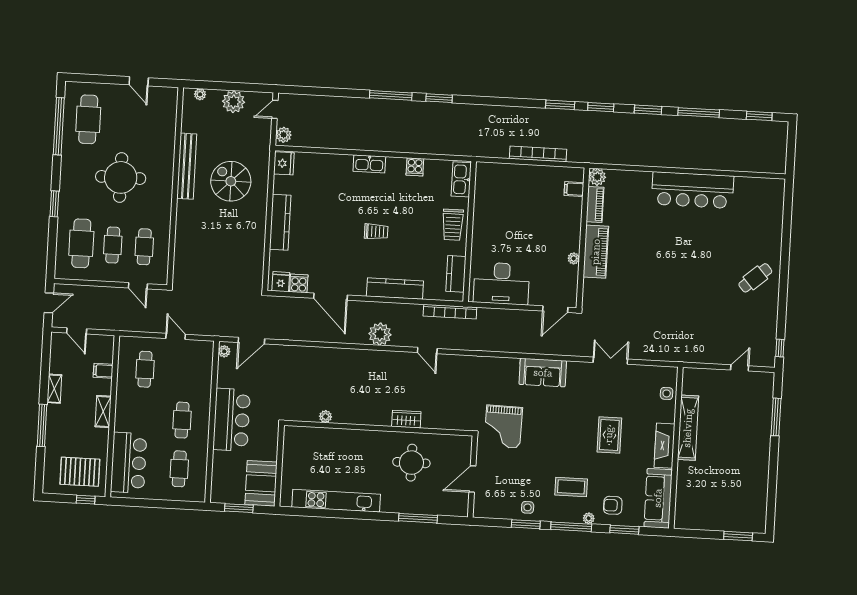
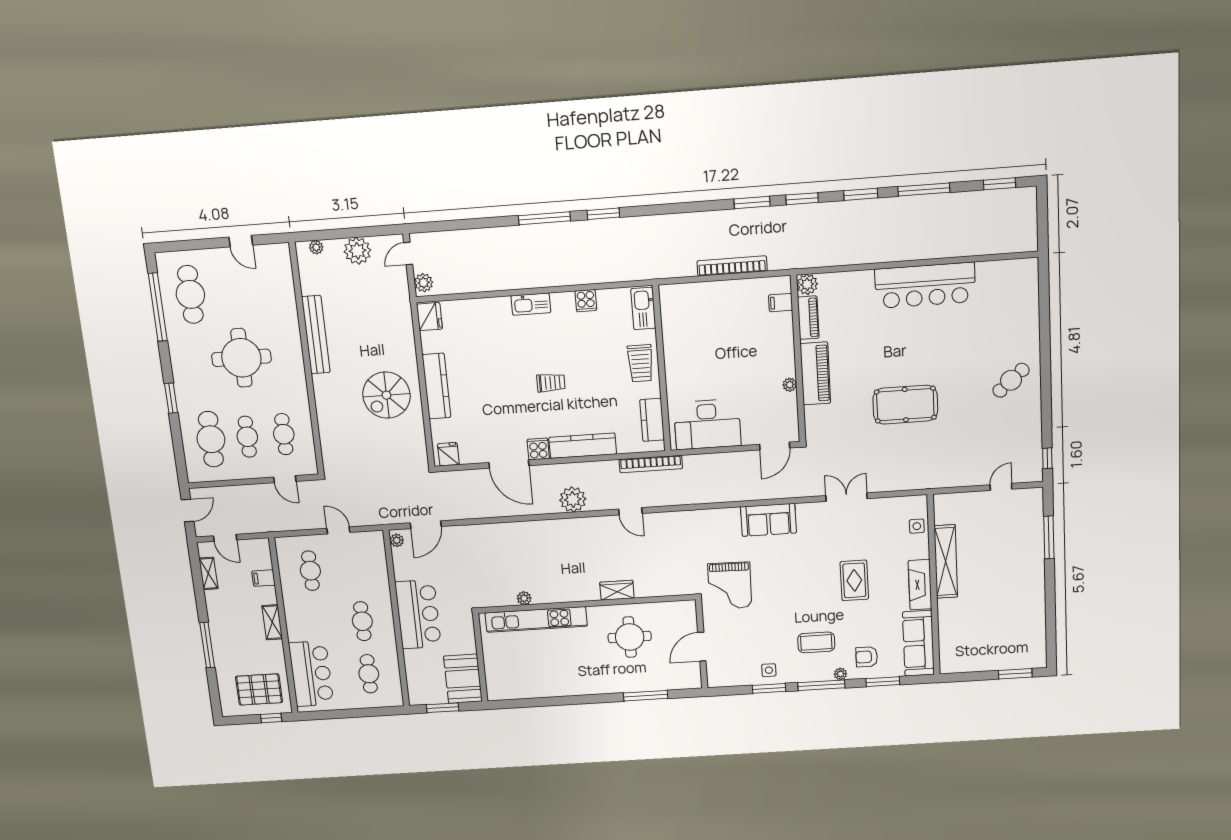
spiral stairs: (231, 181) -> (386, 395), moved, turned -90
cooker: (299, 283) -> (538, 449), moved
pool table: (667, 287) -> (905, 405), added
shelving: (54, 389) -> (208, 573), moved
kitchen unit: (336, 501) -> (536, 619), moved, turned 180

